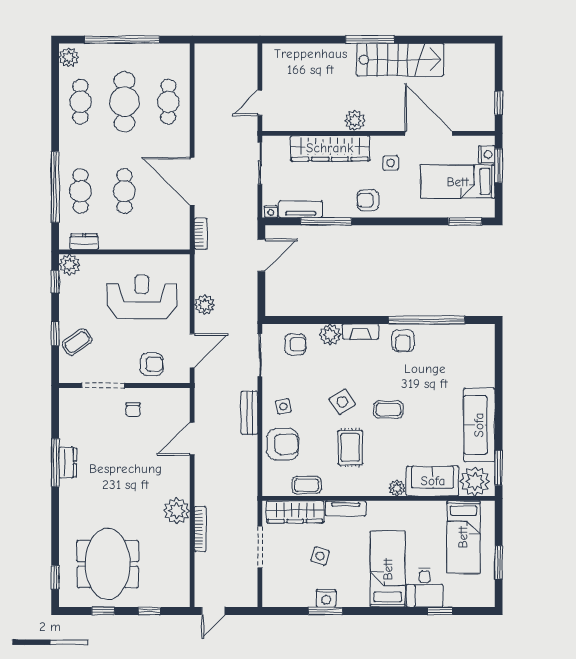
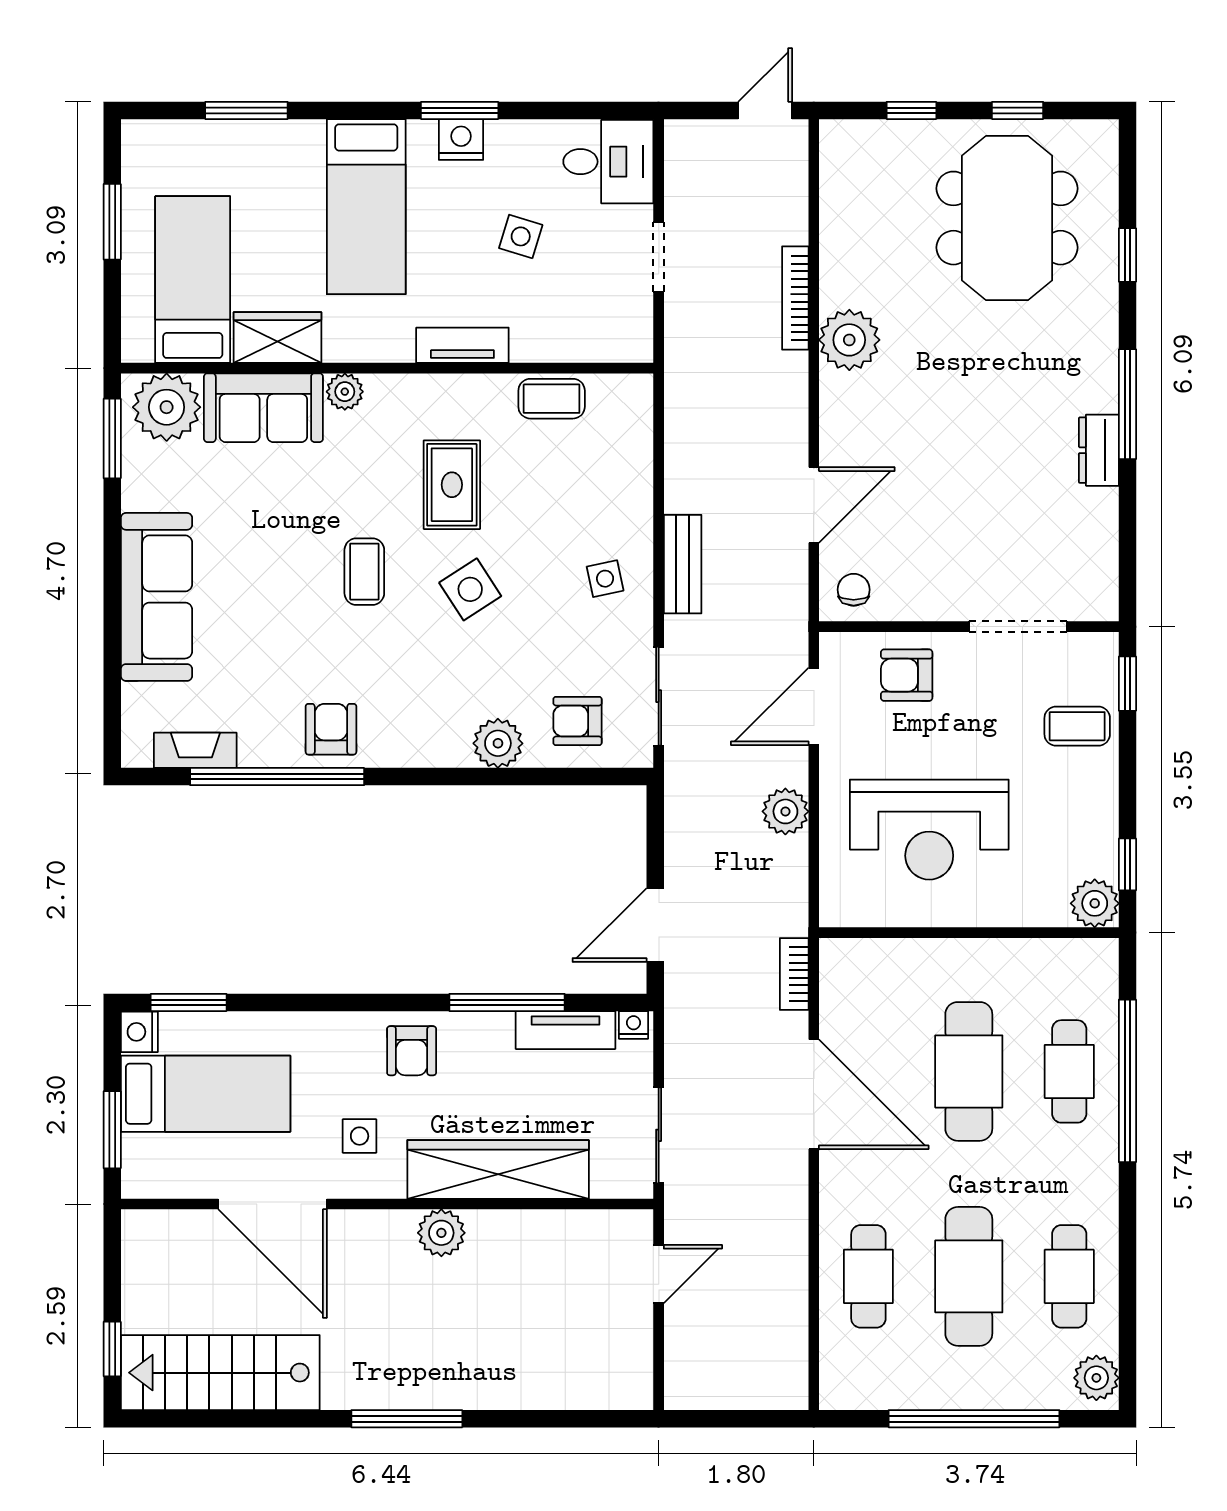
stairs: (400, 60) -> (220, 1373), moved
window: (499, 103) -> (112, 1349), moved
nightstand: (487, 155) -> (139, 1032), moved
cafe table: (124, 191) -> (969, 1071), width x1.37, depth x1.35
armchair: (368, 200) -> (412, 1051), turned 90
dresser: (84, 242) -> (1061, 956), removed
fireplace: (360, 331) -> (195, 750), moved
window: (55, 334) -> (1127, 684), moved
coffee table: (77, 342) -> (1077, 726), turned 35
chair: (133, 410) -> (854, 590), moved
coffee table: (388, 410) -> (364, 572), turned 90
sofa: (479, 425) -> (157, 597), moved
armchair: (283, 444) -> (607, 492), removed
window: (55, 463) -> (1127, 404), moved
wardrobe: (295, 512) -> (277, 338), moved, width x0.67
doorway: (260, 547) -> (659, 257), width x0.73
window: (55, 577) -> (1127, 255), moved
desk: (425, 588) -> (608, 162), moved, turned 90
nightstand: (326, 598) -> (461, 139), moved
window: (325, 611) -> (460, 110), moved
window: (440, 611) -> (246, 110), width x1.50

